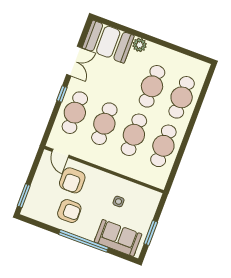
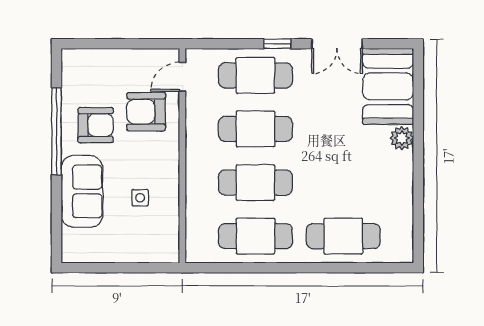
cafe table: (152, 86) -> (343, 183), removed
window: (24, 196) -> (93, 44), removed
armchair: (69, 211) -> (96, 125), turned -90
window: (151, 233) -> (109, 268), removed
sofa: (118, 238) -> (82, 191), moved
window: (84, 241) -> (57, 131), moved

